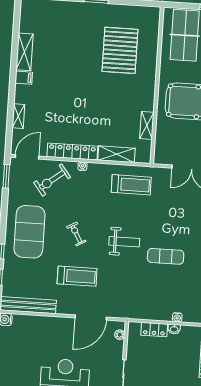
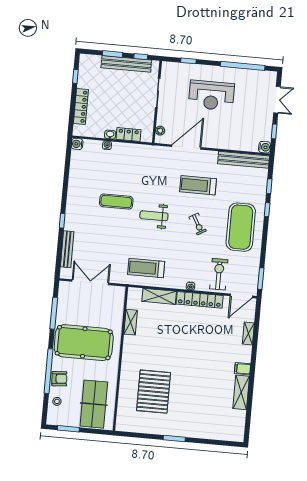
exercise bike: (52, 180) -> (219, 274), turned -52

